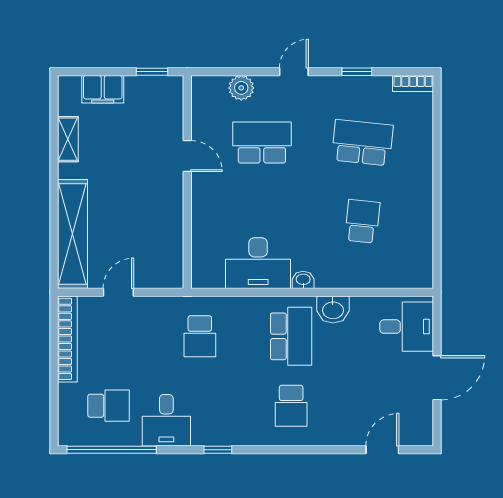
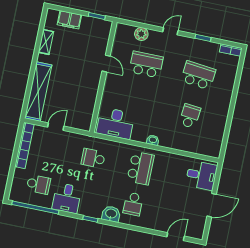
desk: (258, 263) -> (115, 123), moved
washbasin: (333, 309) -> (111, 214), moved, turned 180
school desk: (200, 336) -> (93, 158), turned 90

